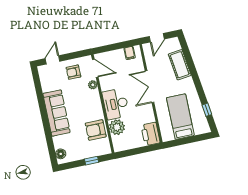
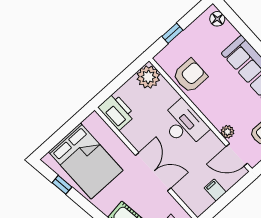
filing cabinet: (130, 53) -> (215, 190), moved
bed: (180, 117) -> (86, 161), width x1.50
plant: (117, 127) -> (148, 77), moved

